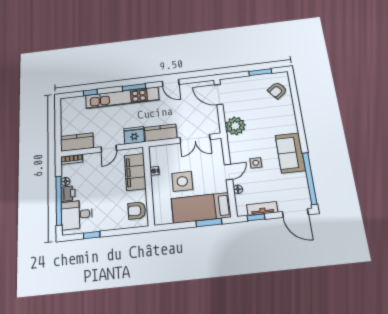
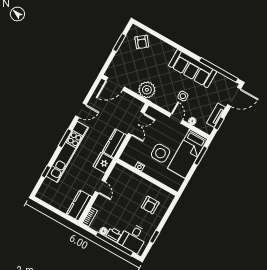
sofa: (290, 153) -> (193, 69), width x1.36
filing cabinet: (135, 172) -> (131, 180), removed
armchair: (137, 211) -> (150, 205), moved

